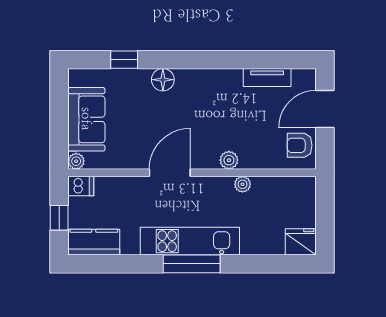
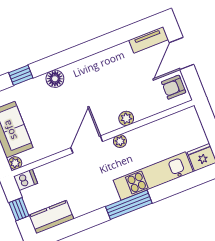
tv unit: (267, 78) -> (149, 40), moved
plant: (243, 184) -> (120, 141), moved
kitchen unit: (190, 241) -> (153, 176), moved

